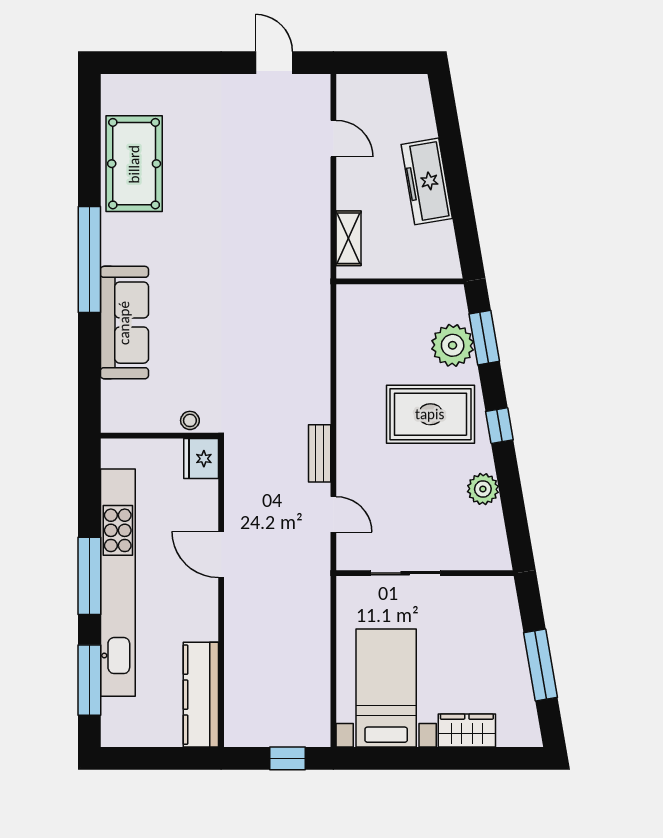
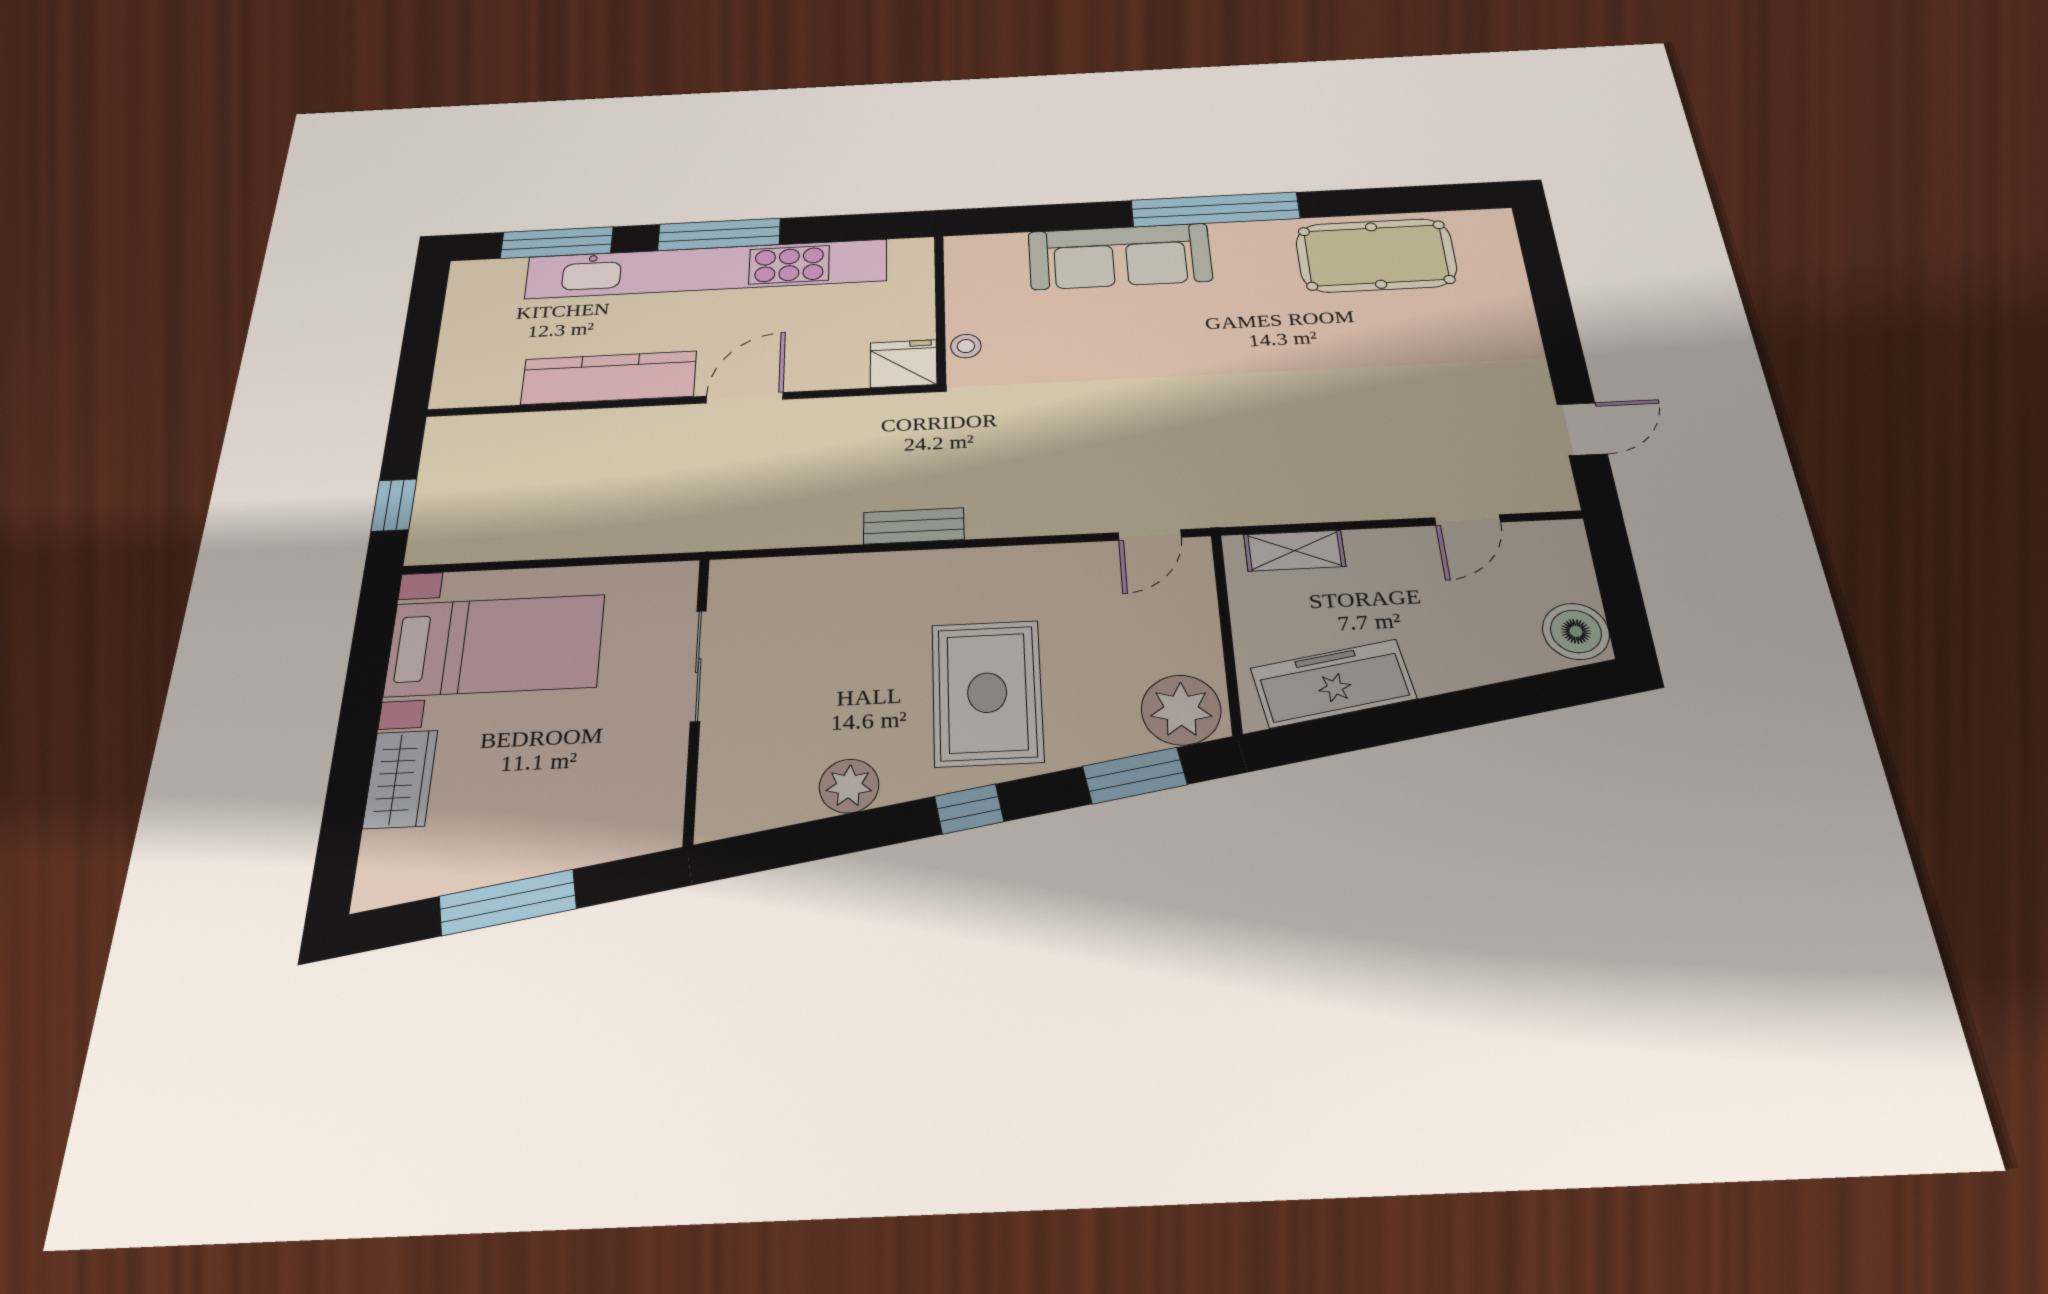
boiler: (409, 92) -> (1576, 631), added
freezer: (427, 181) -> (1333, 683), moved
plant: (453, 345) -> (1181, 710), moved
door: (333, 514) -> (1150, 535), moved
kitchen counter: (201, 695) -> (609, 378), moved

